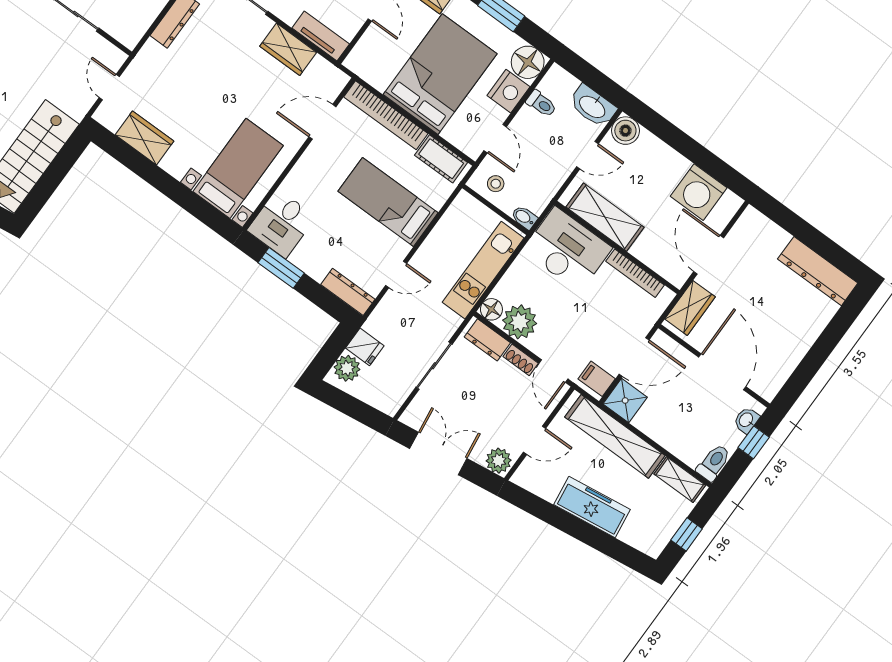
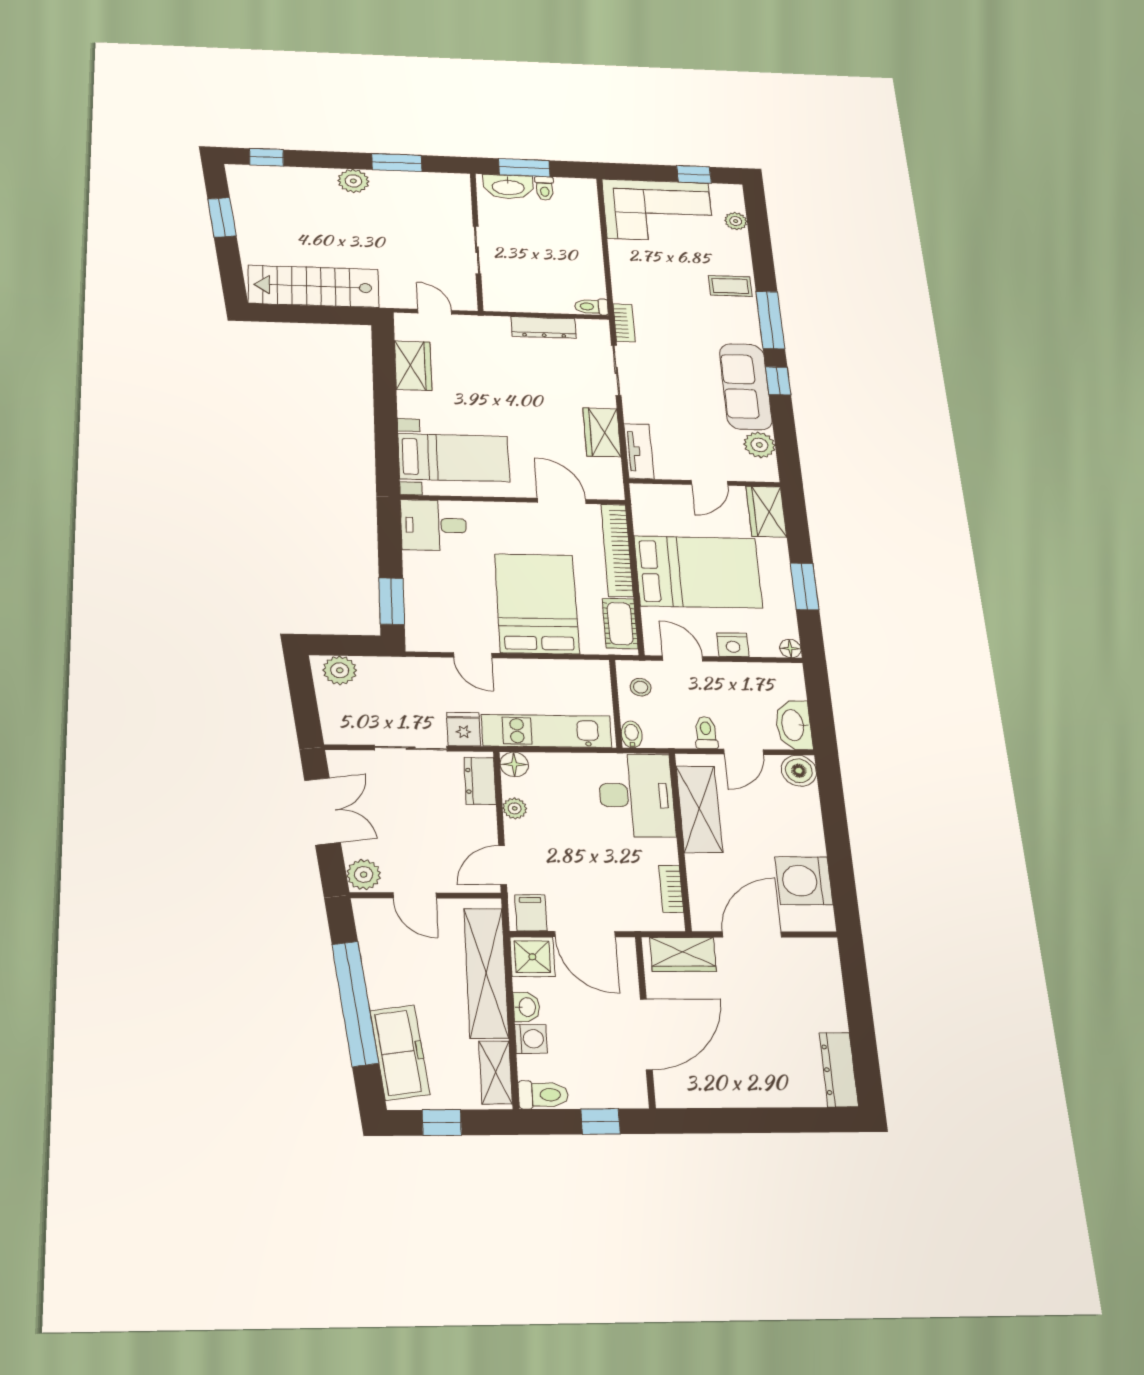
floor lamp: (528, 62) -> (790, 648), width x0.53, depth x0.53
door: (109, 87) -> (435, 312), hinge flipped
nightstand: (508, 91) -> (733, 645), width x0.74, depth x0.75
toilet: (541, 104) -> (706, 733), moved, turned 180
door: (495, 139) -> (683, 659), swing flipped
door: (587, 155) -> (744, 752), hinge flipped
bed: (388, 202) -> (537, 604), width x1.50
window: (281, 268) -> (392, 601), moved
dresser: (818, 271) -> (839, 1070), width x0.73, depth x0.80
bookcase: (635, 273) -> (671, 889), width x0.64
dresser: (348, 292) -> (418, 623), removed
plant: (520, 322) -> (515, 808), width x0.53, depth x0.53
fridge: (365, 347) -> (464, 729), moved, turned 180
shoe rack: (521, 360) -> (487, 826), removed
washbasin: (746, 420) -> (527, 1007), moved, turned 90
washing machine: (675, 443) -> (531, 1039), added
freezer: (592, 507) -> (400, 1052), moved
window: (577, 529) -> (355, 1003), added

